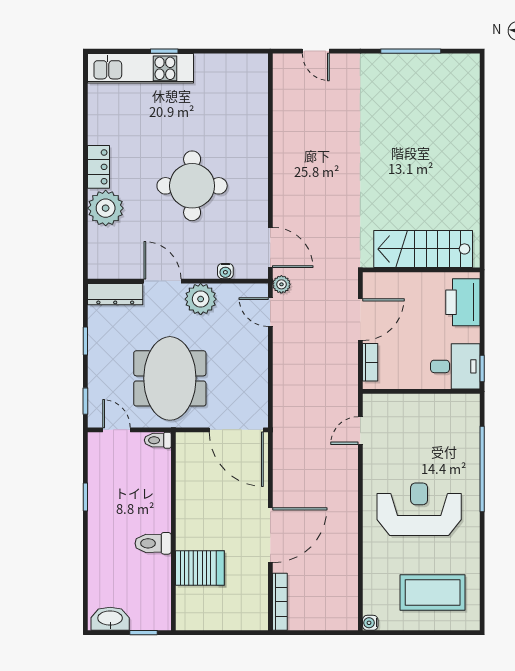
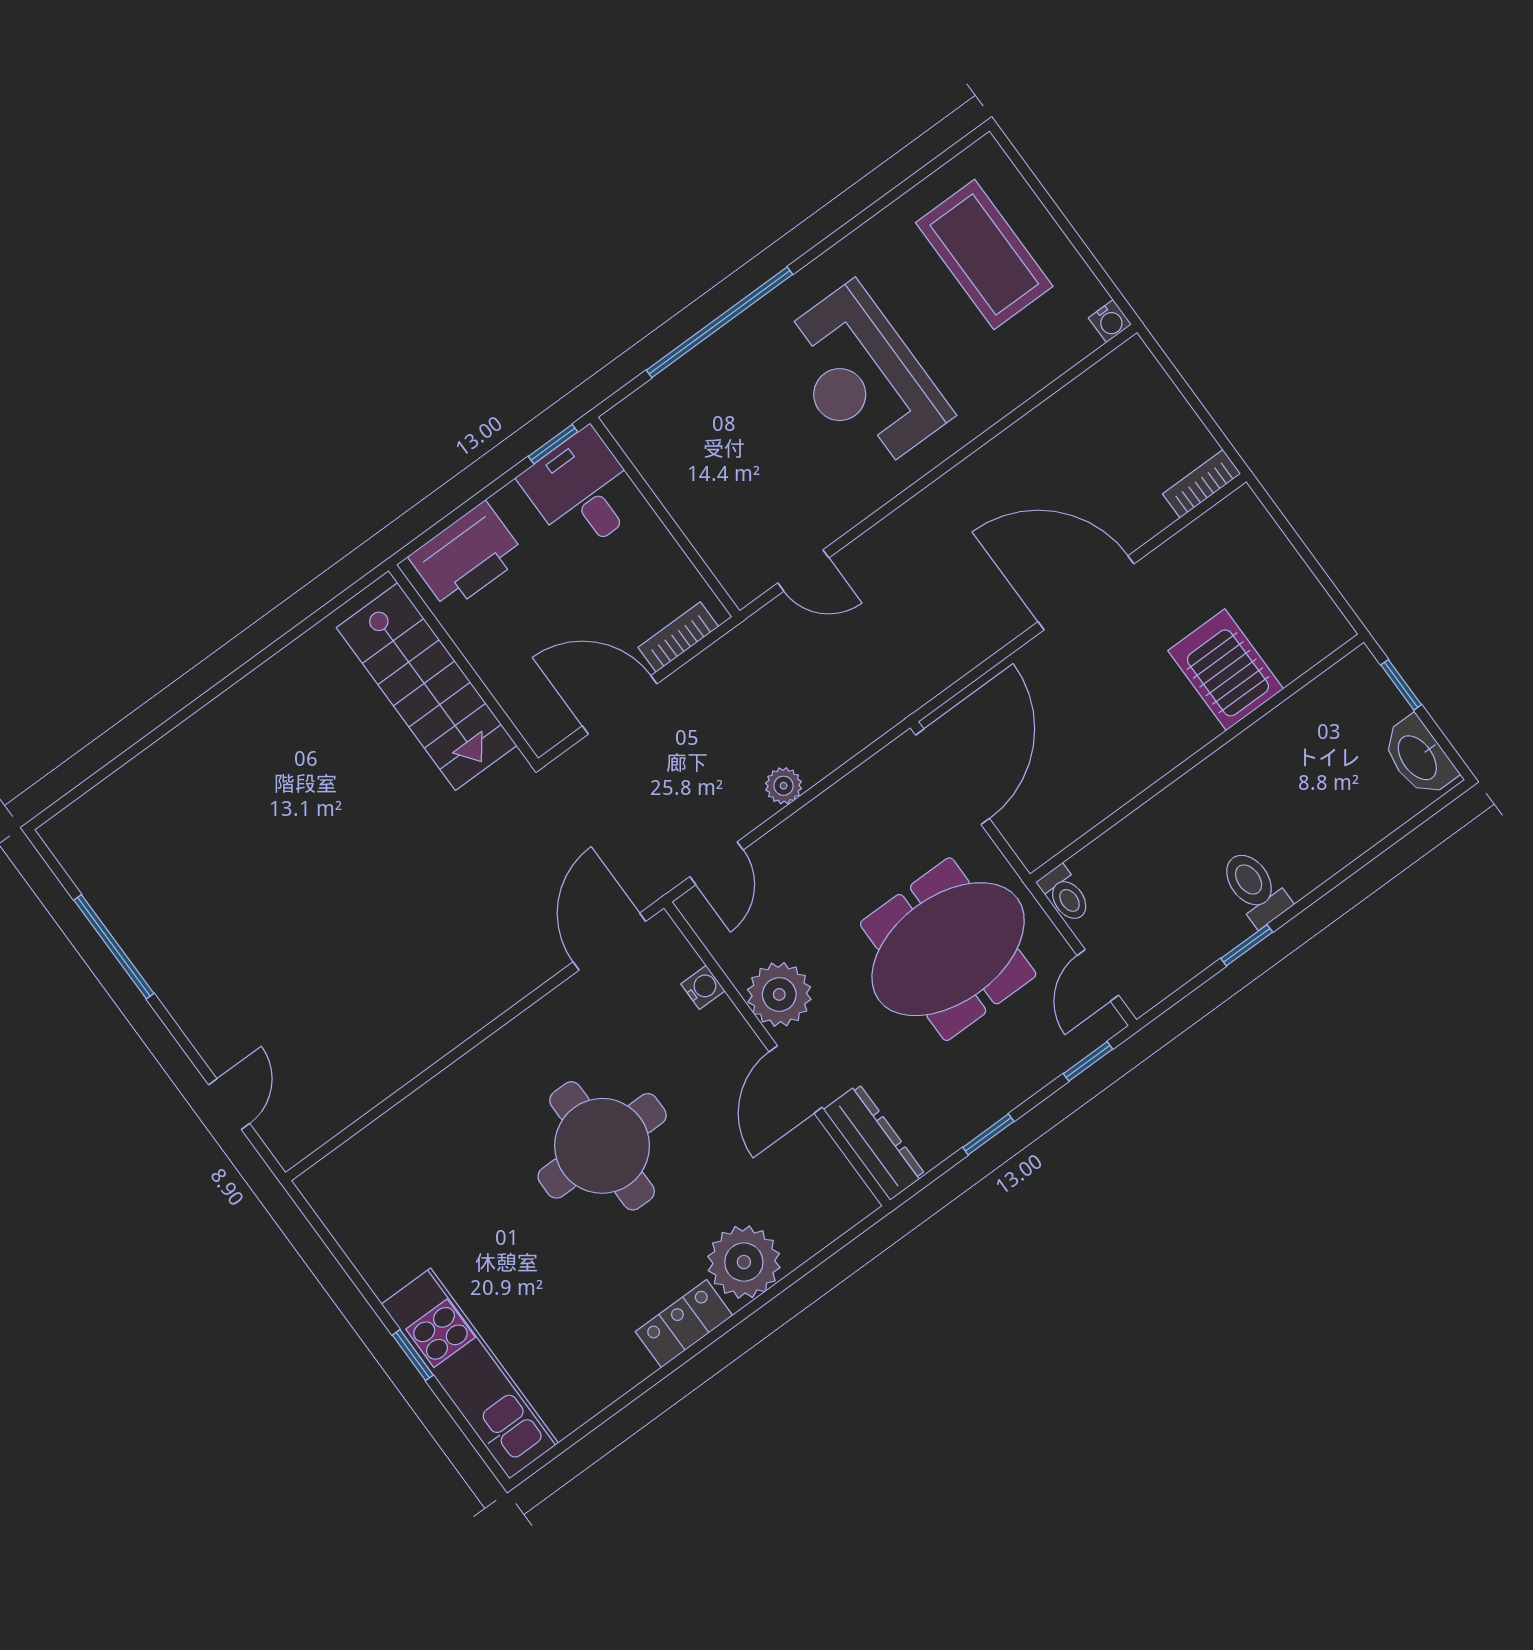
plant: (281, 284) -> (784, 786), moved
toilet: (153, 543) -> (1255, 888), moved, turned 180
bookcase: (280, 602) -> (1202, 484), width x0.64

